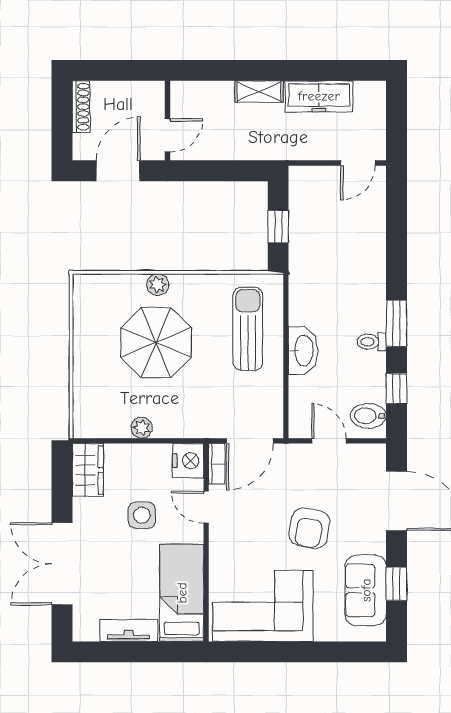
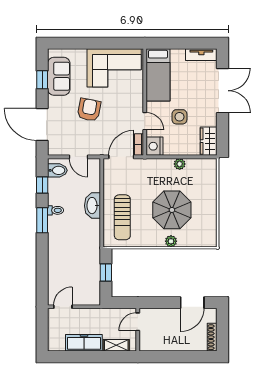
wall: (168, 121) -> (138, 330), moved
door: (168, 135) -> (138, 322), moved
tv unit: (129, 630) -> (201, 55), moved

